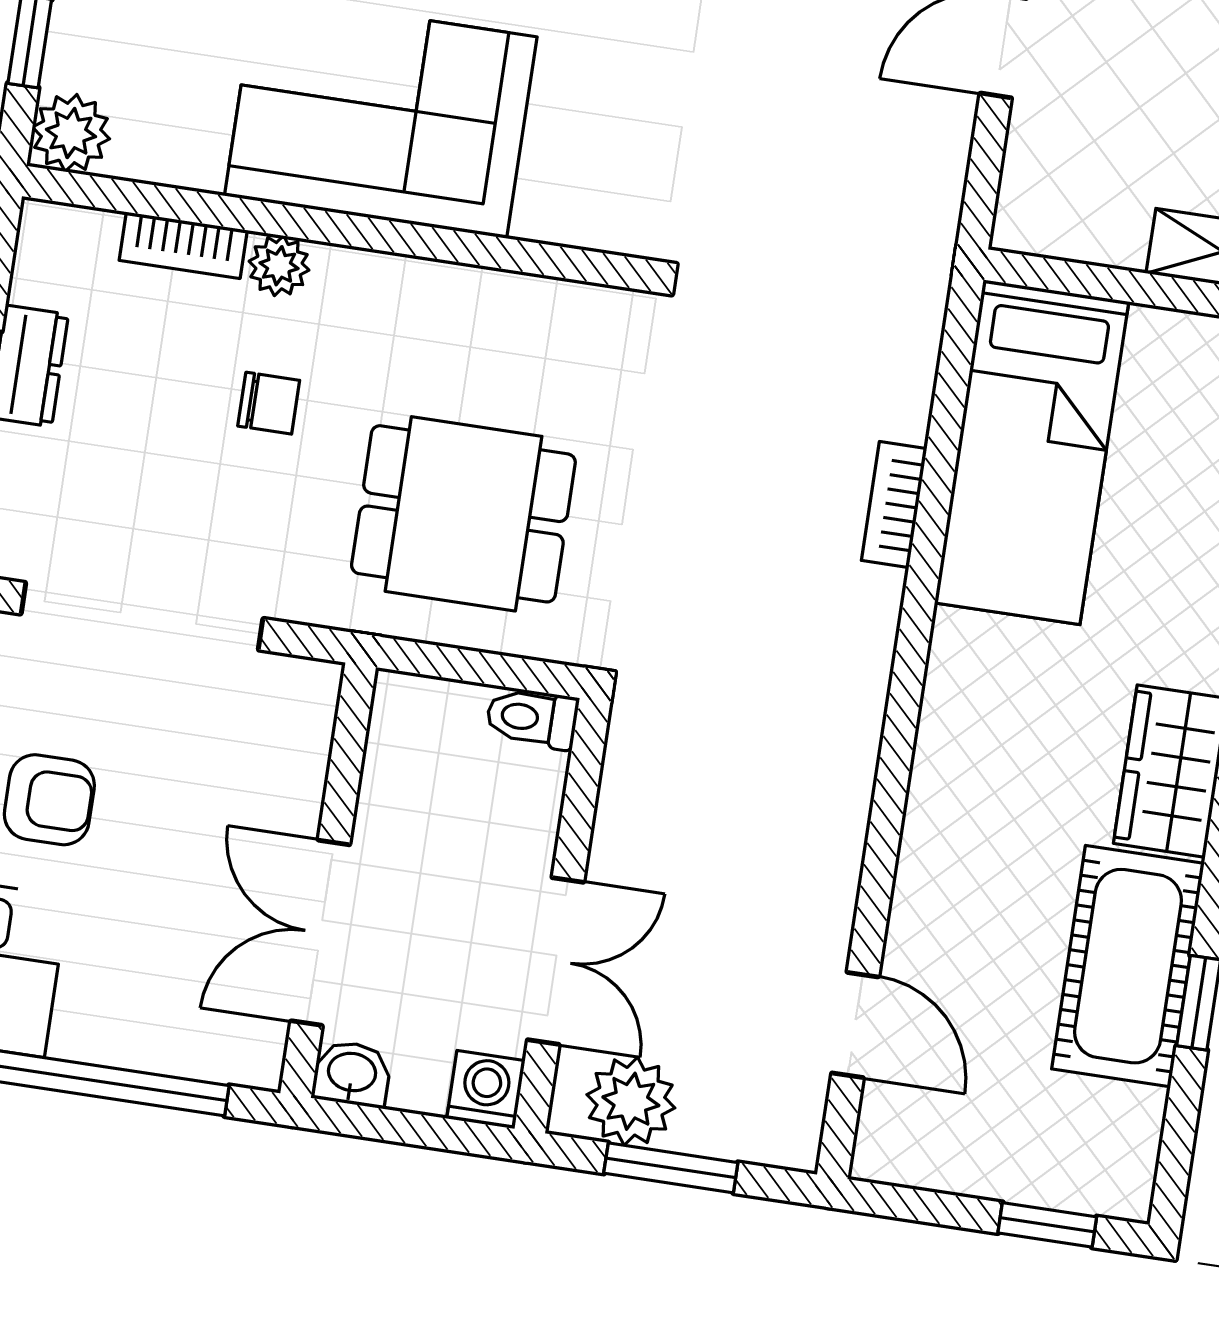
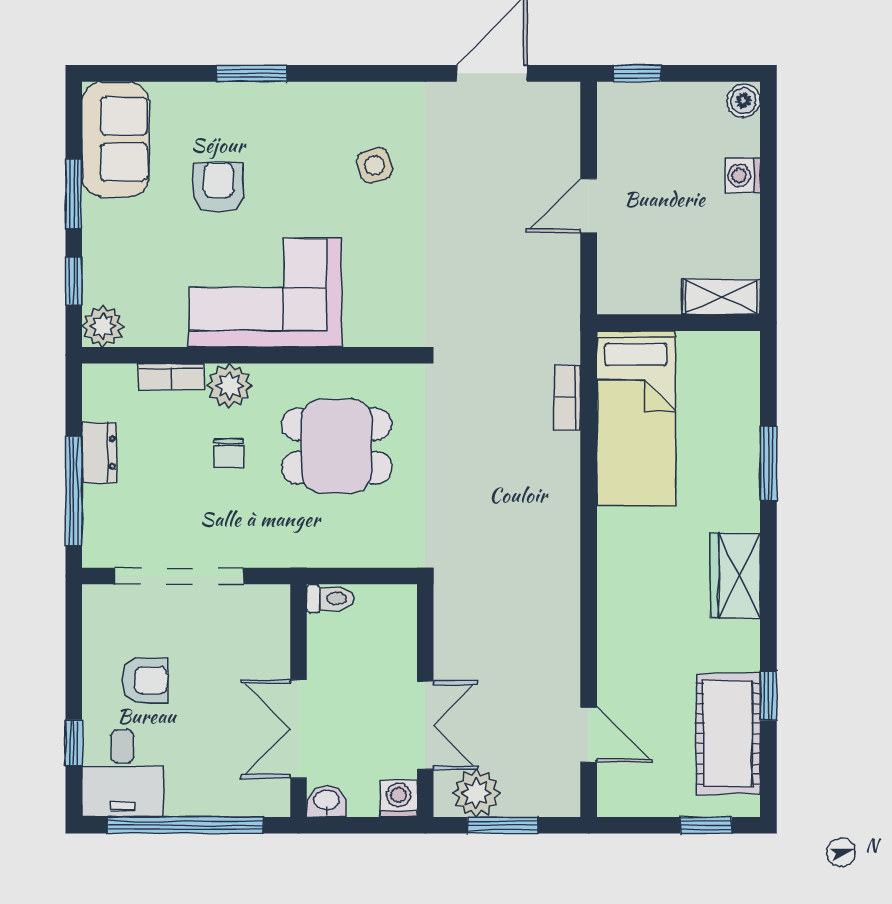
plant: (279, 266) -> (230, 386), width x1.38, depth x1.38
chair: (269, 403) -> (229, 453), turned 90
bookcase: (894, 504) -> (568, 398), moved
dining table: (463, 514) -> (337, 446), moved
toilet: (532, 718) -> (330, 599), moved, turned 180
cot: (1128, 966) -> (728, 734), moved

